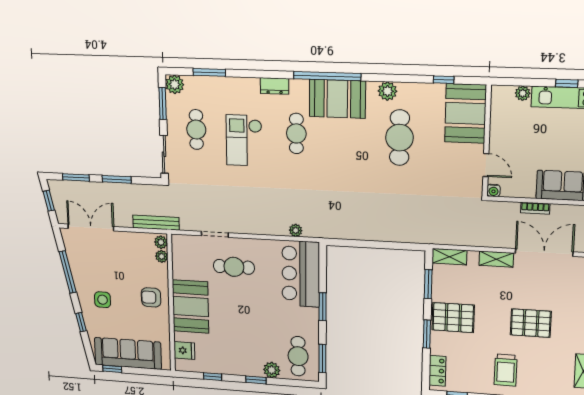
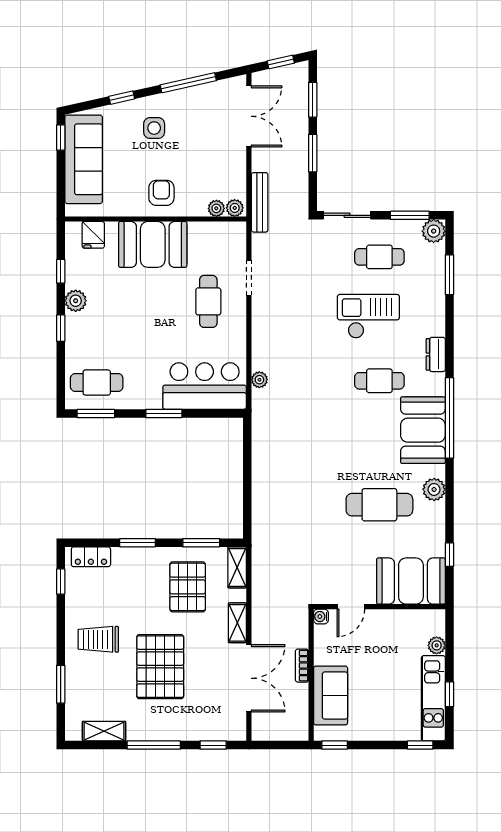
pallet: (453, 318) -> (188, 587), moved
pallet: (531, 323) -> (160, 667), width x1.37, depth x1.41
plant: (272, 370) -> (76, 301), moved

